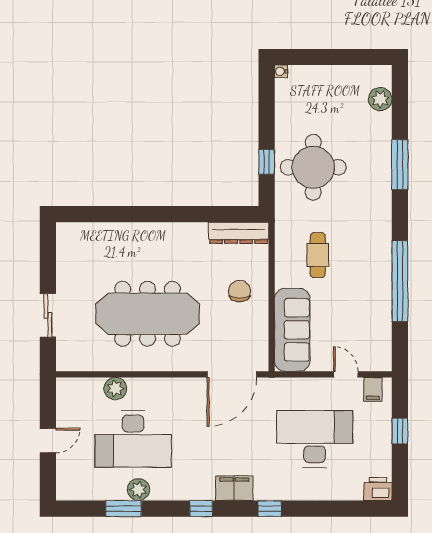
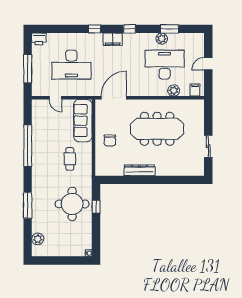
dresser: (239, 233) -> (139, 170), moved
sliding door: (48, 315) -> (208, 146), moved
filing cabinet: (373, 389) -> (195, 90), moved
window: (400, 431) -> (28, 69), width x2.17

